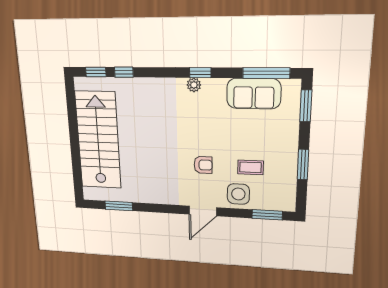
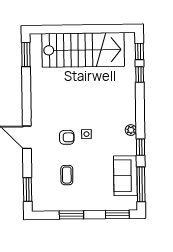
window: (200, 73) -> (140, 147), moved
armchair: (203, 165) -> (67, 137), turned -90
side table: (238, 194) -> (86, 134), moved, width x0.54, depth x0.54
window: (119, 206) -> (26, 55), moved

